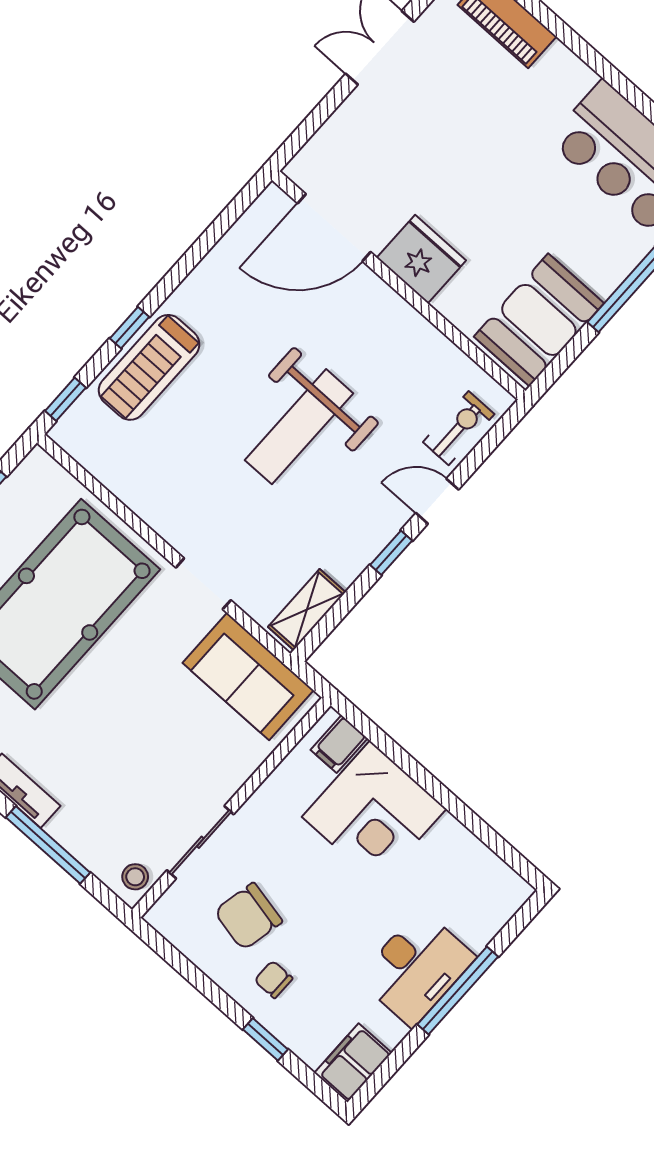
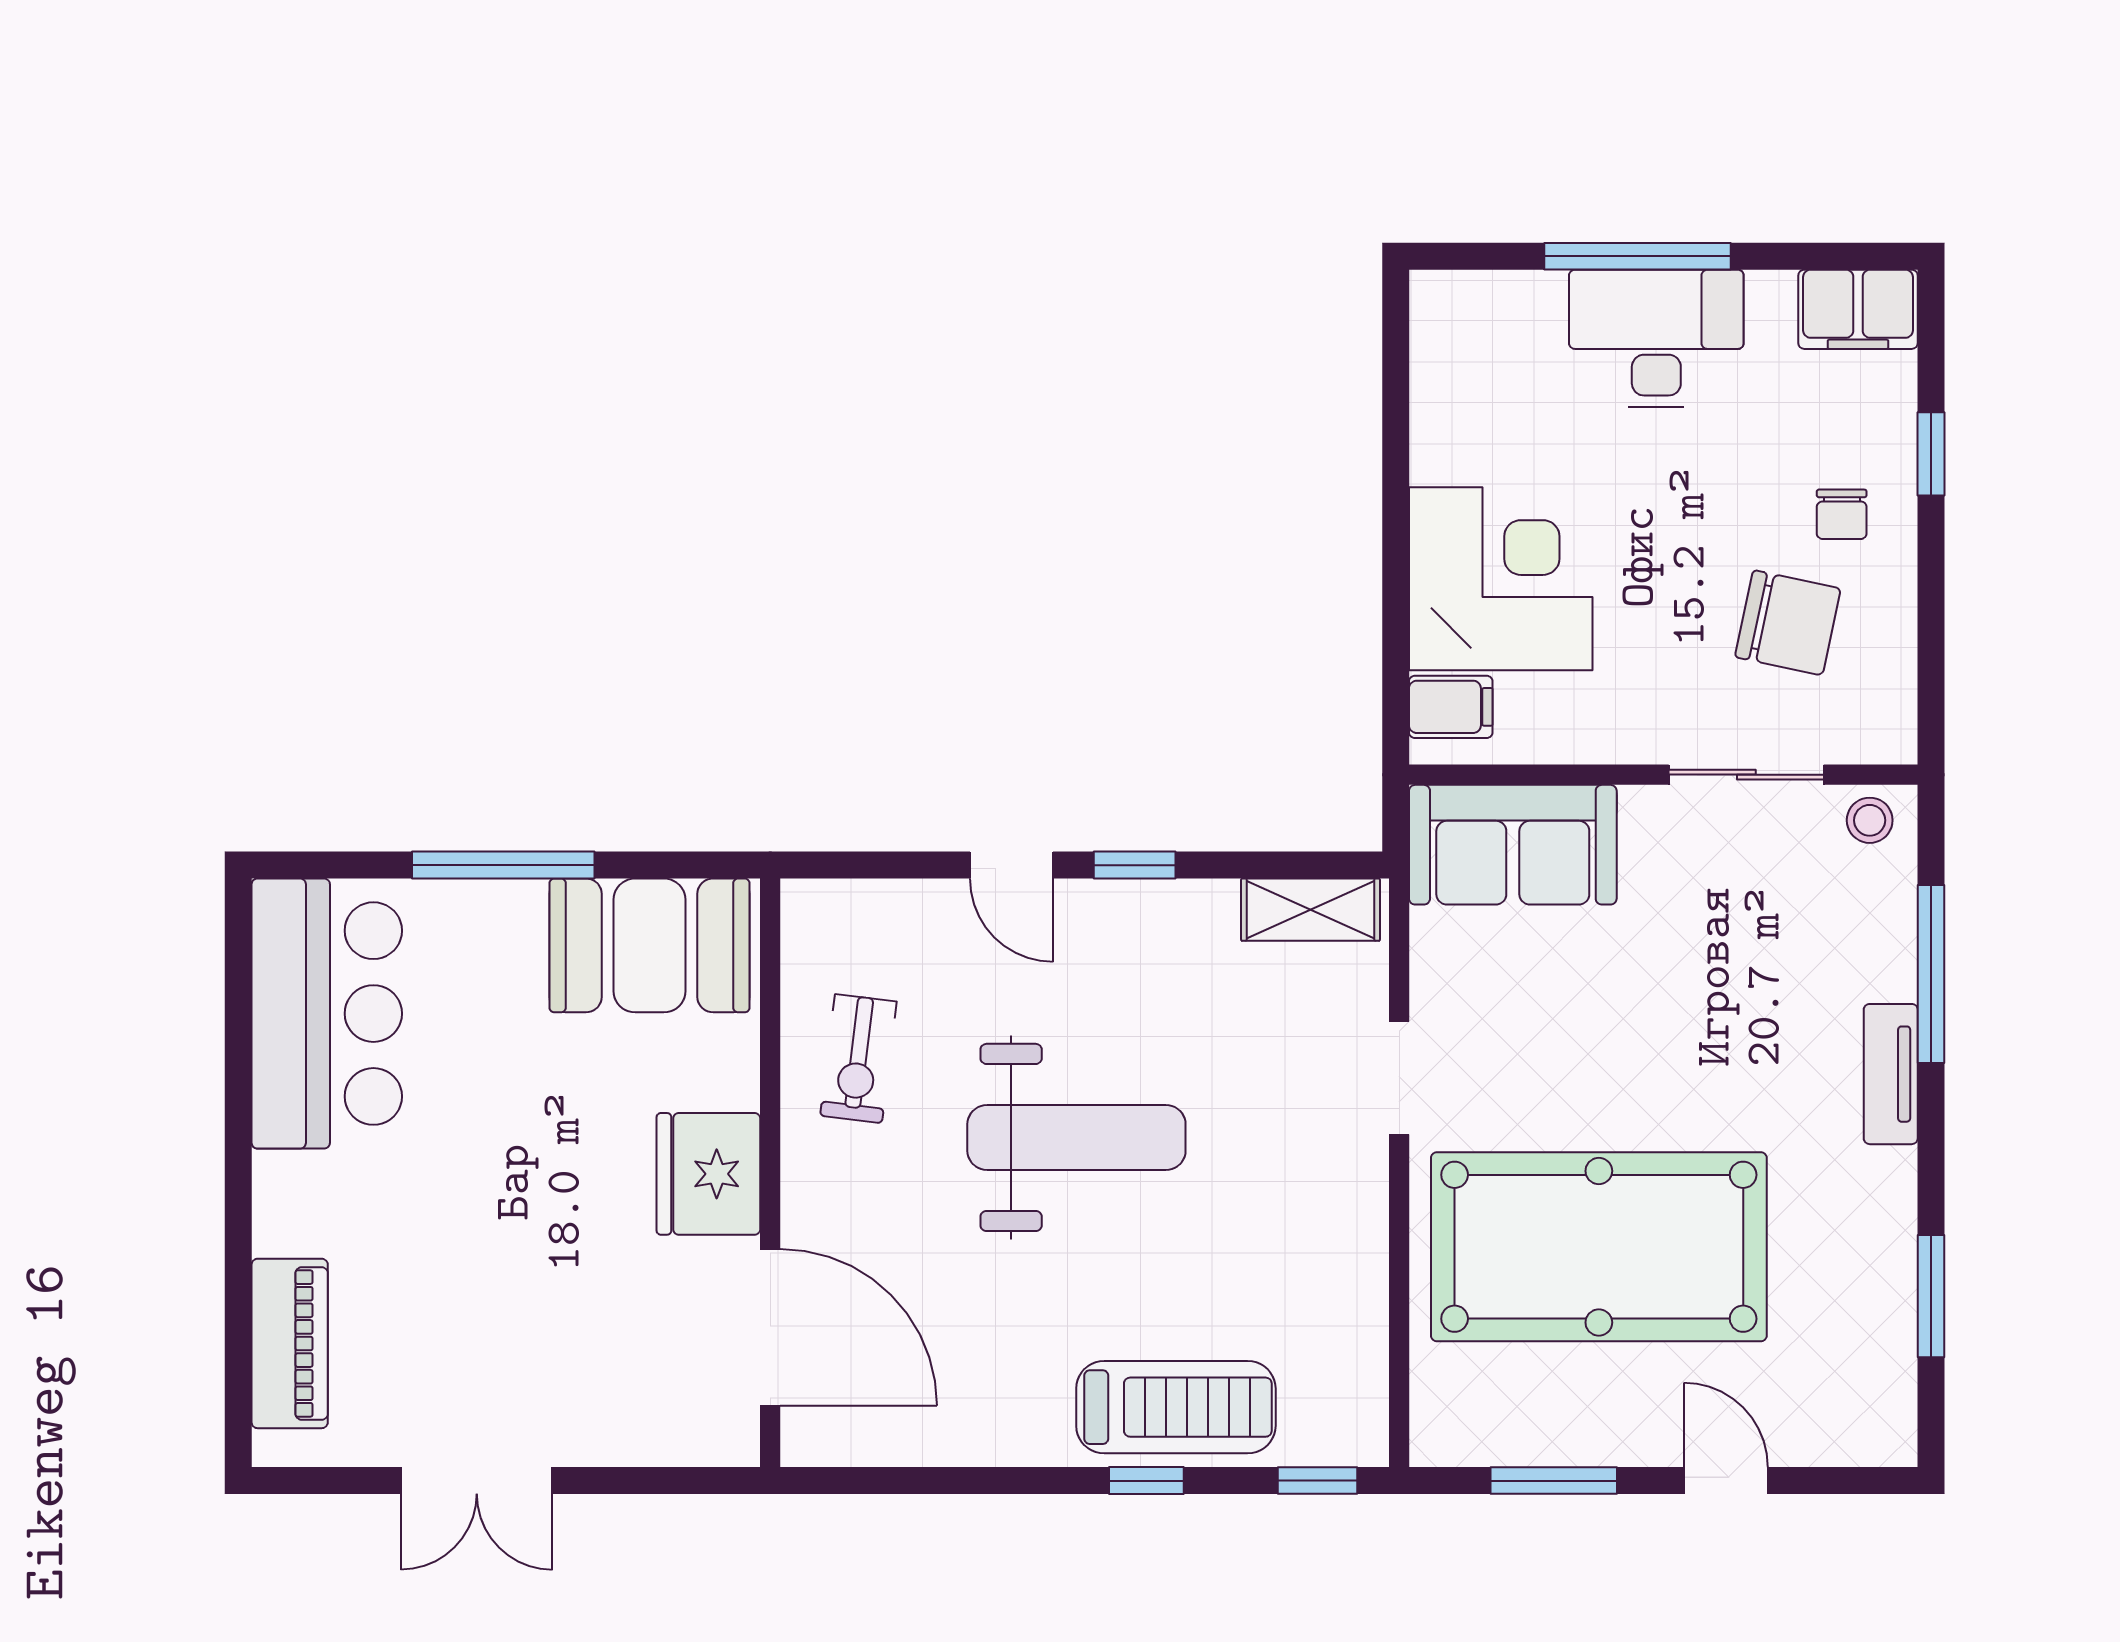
exercise bike: (459, 428) -> (858, 1059), moved, turned -83
sofa: (248, 676) -> (1513, 845), moved, turned 90

